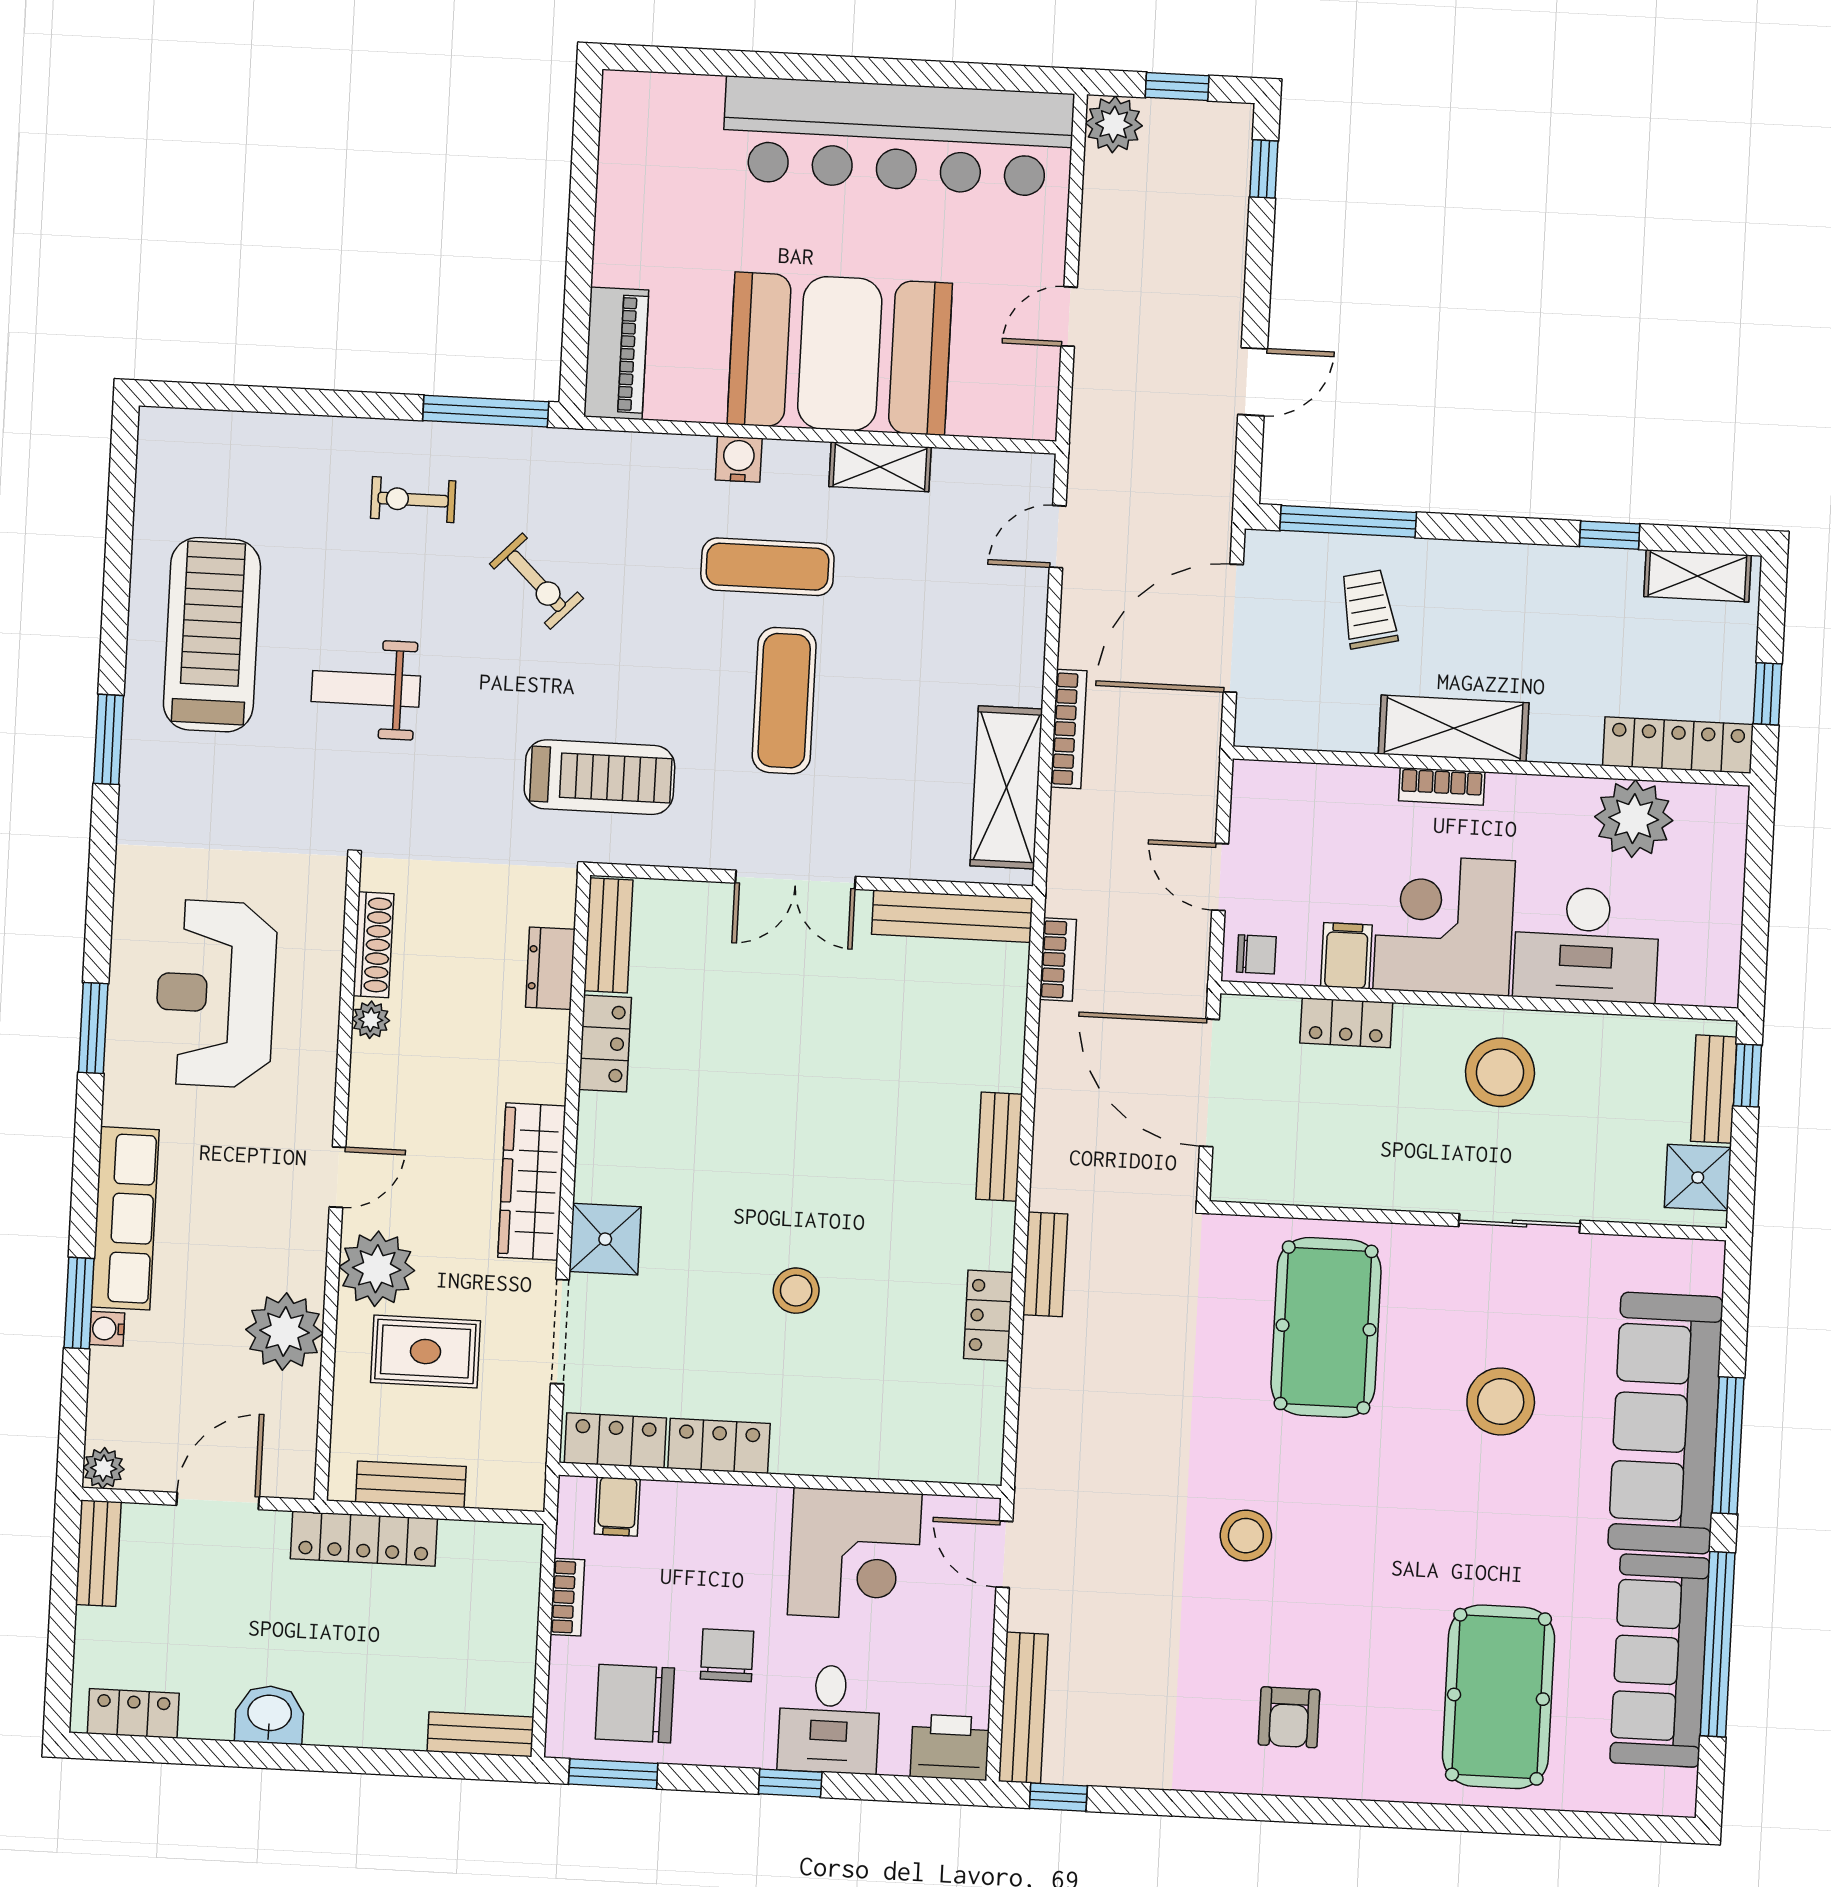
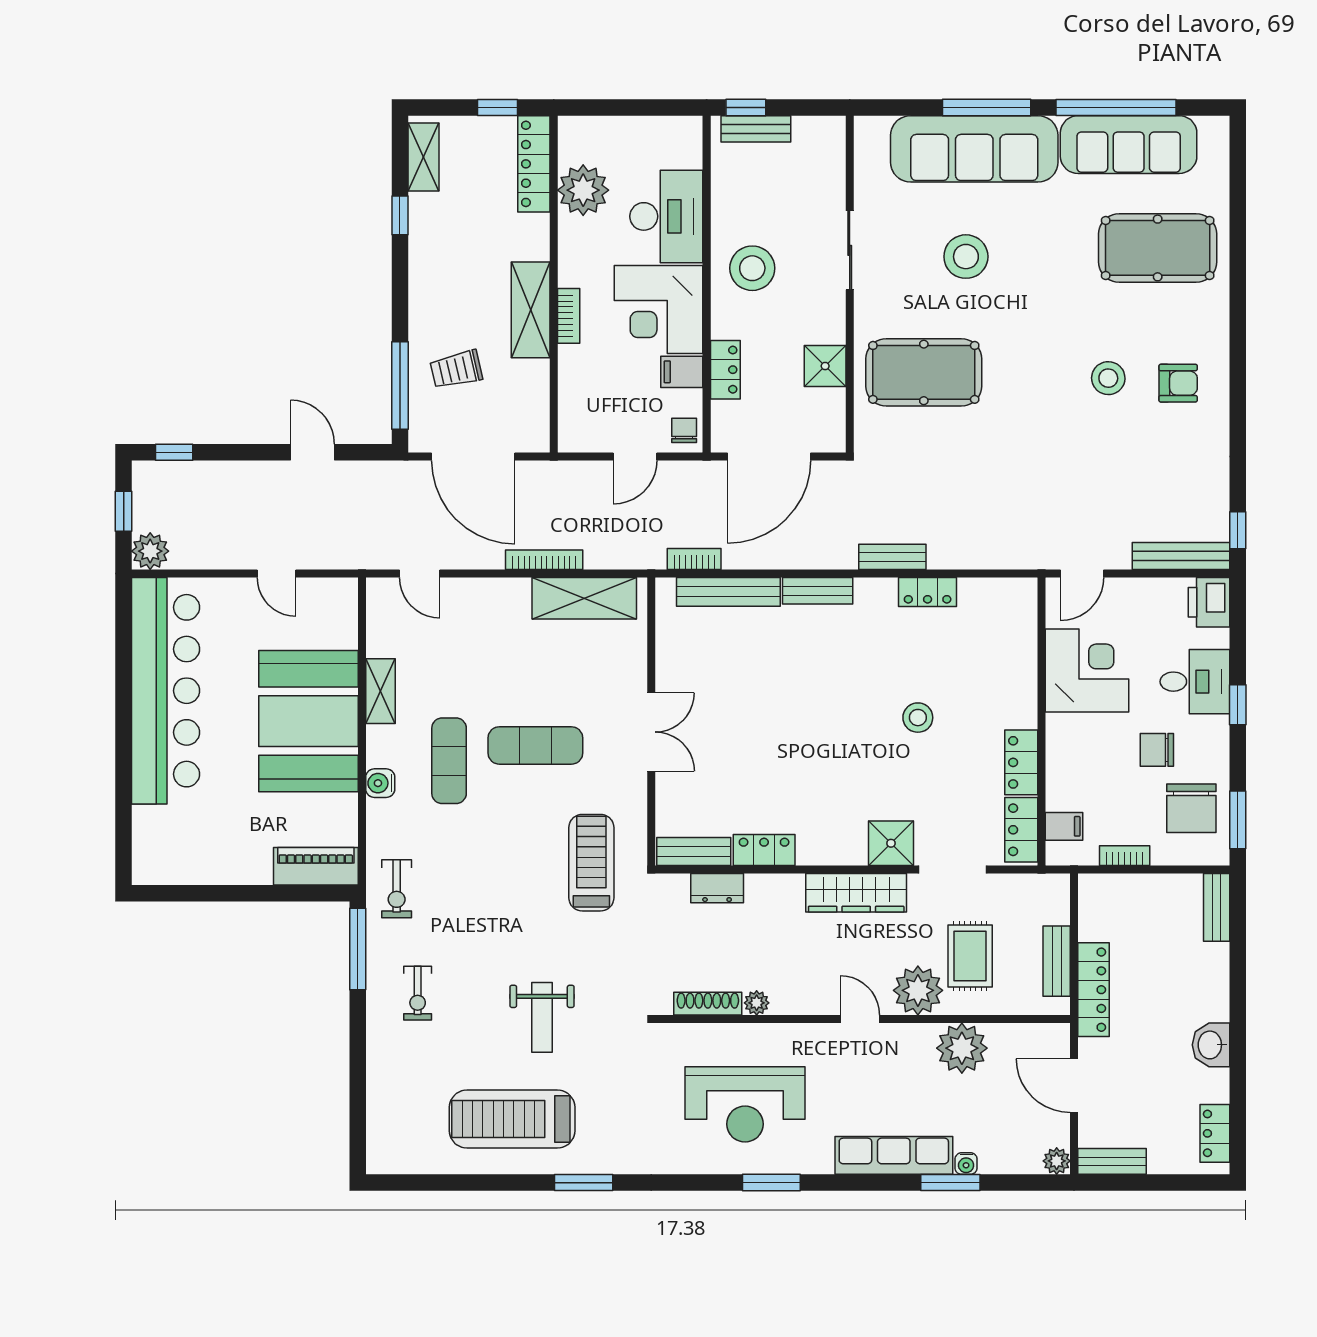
exercise bike: (536, 581) -> (397, 889), moved, turned 136
bench: (952, 916) -> (728, 592), moved, turned 90
shower: (1698, 1178) -> (825, 366), moved
stool: (1246, 1536) -> (1108, 378), moved

